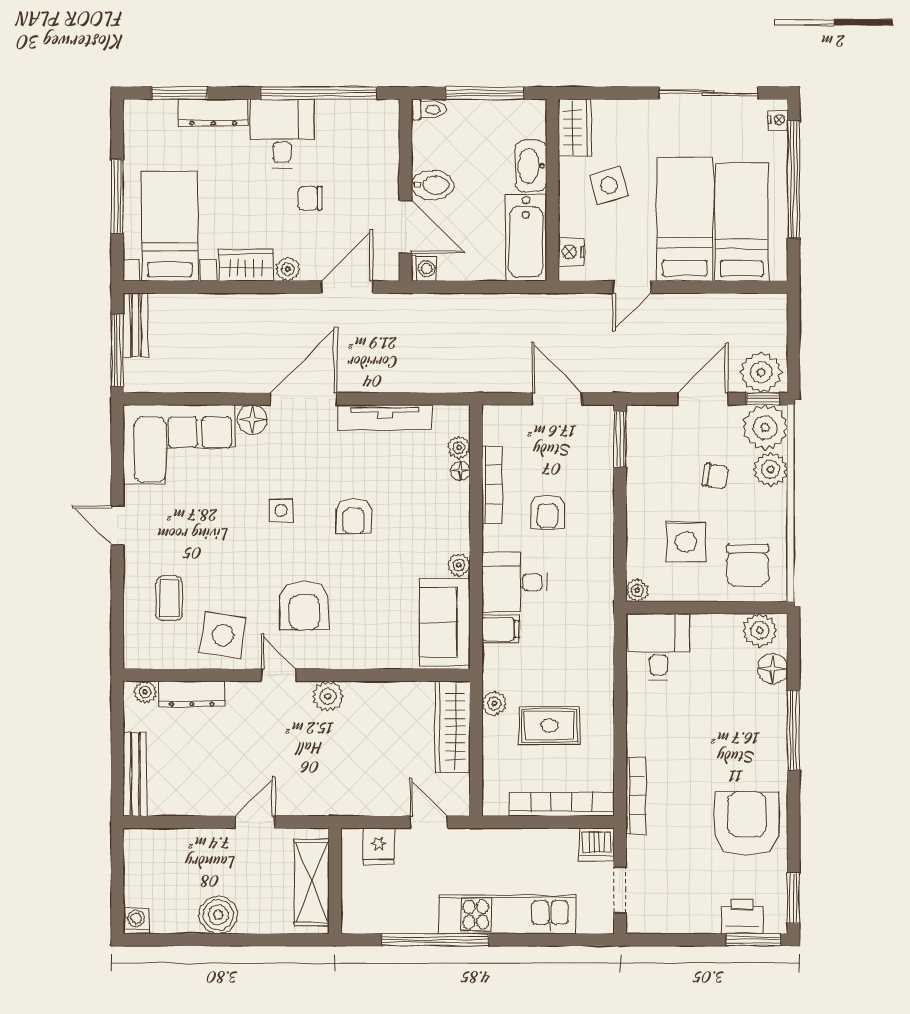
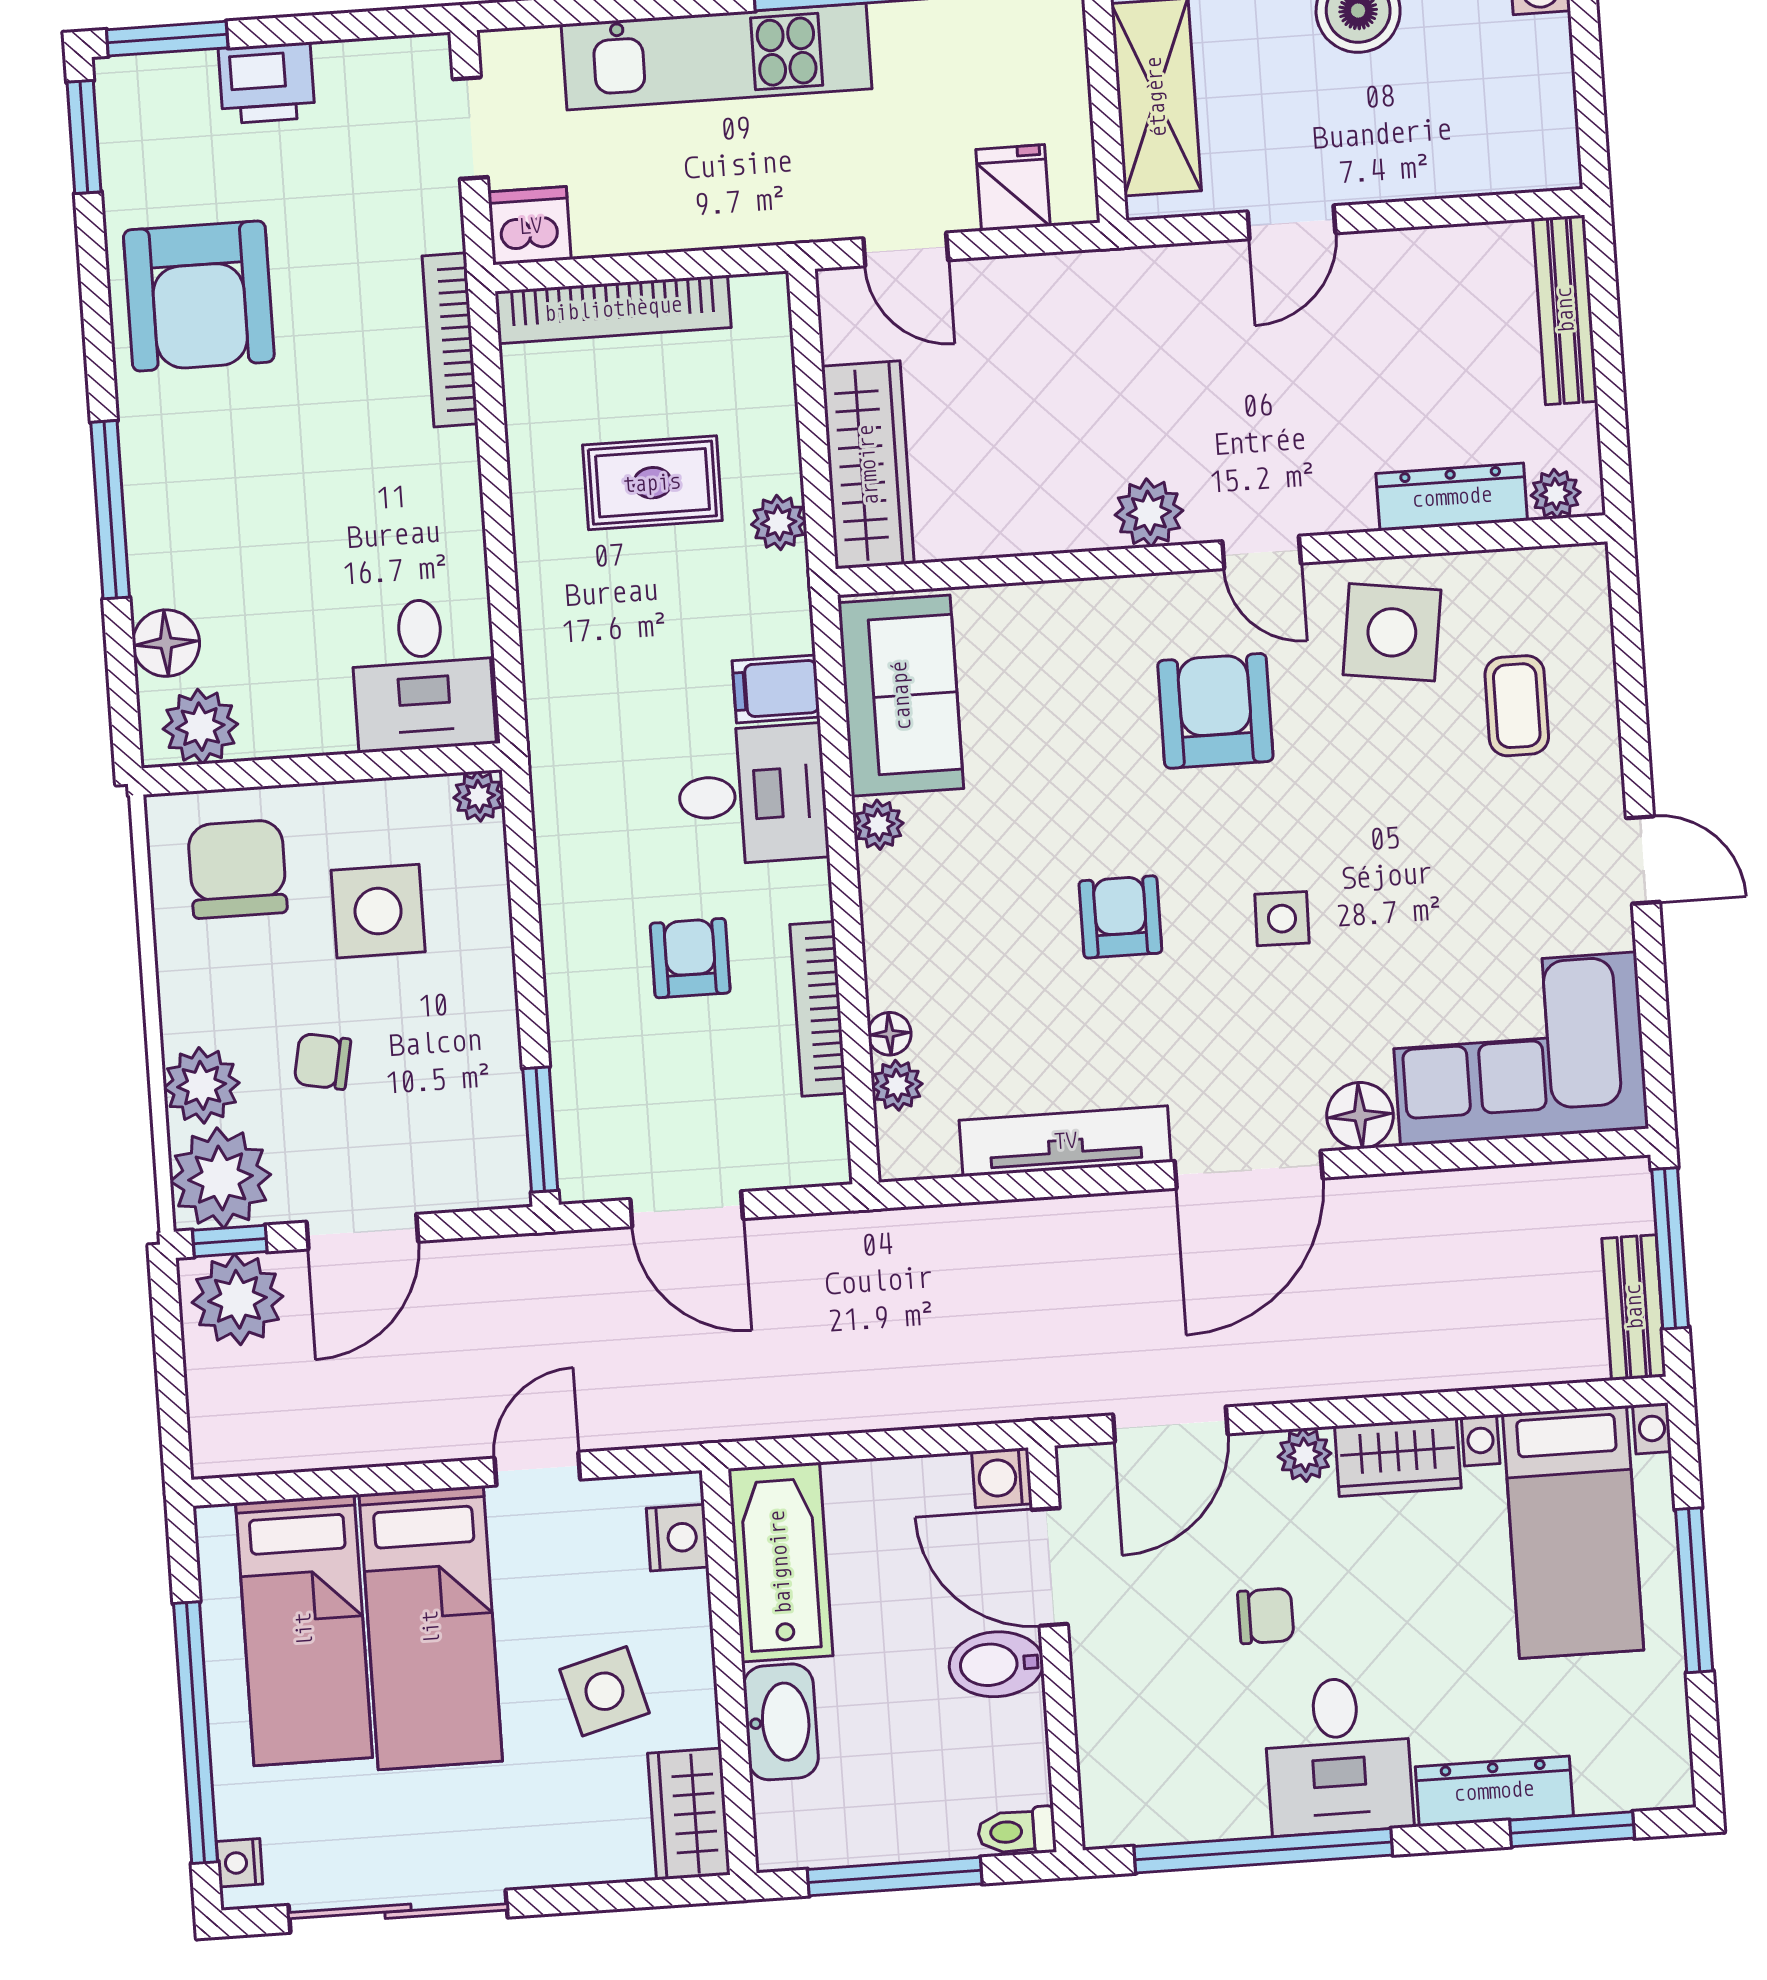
printer: (743, 917) -> (267, 83), moved

